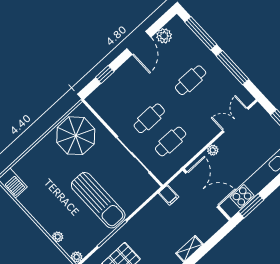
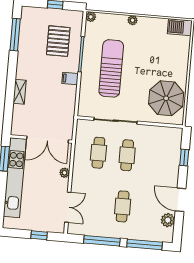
filing cabinet: (169, 195) -> (70, 78), moved
sun lounger: (98, 200) -> (111, 68), turned 90
plant: (58, 237) -> (133, 20), moved

